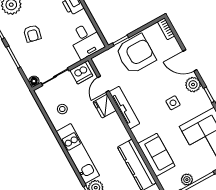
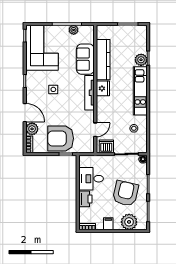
armchair: (32, 33) -> (125, 193), width x1.88, depth x1.88
desk: (86, 40) -> (91, 179), moved, turned -90
plant: (193, 85) -> (32, 129), moved
fridge: (105, 106) -> (103, 88), moved
tv unit: (124, 108) -> (89, 93), moved

